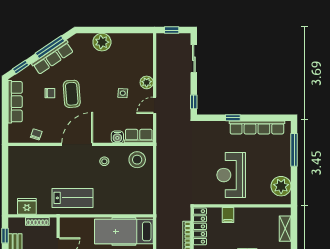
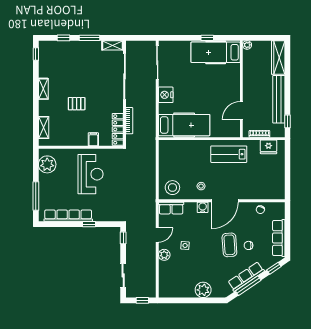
water cooler: (117, 137) -> (203, 207), moved

